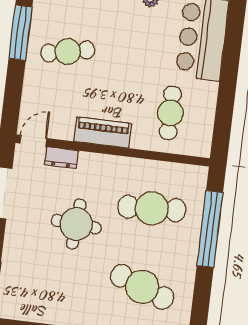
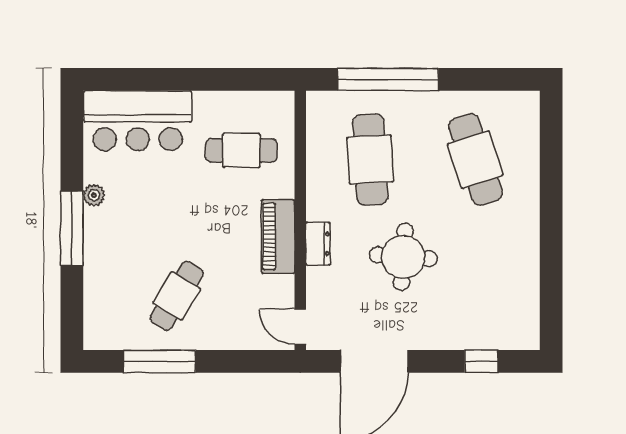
cafe table: (68, 51) -> (177, 296), turned 43
dresser: (61, 158) -> (318, 244), moved
cafe table: (142, 287) -> (475, 159), turned -39

